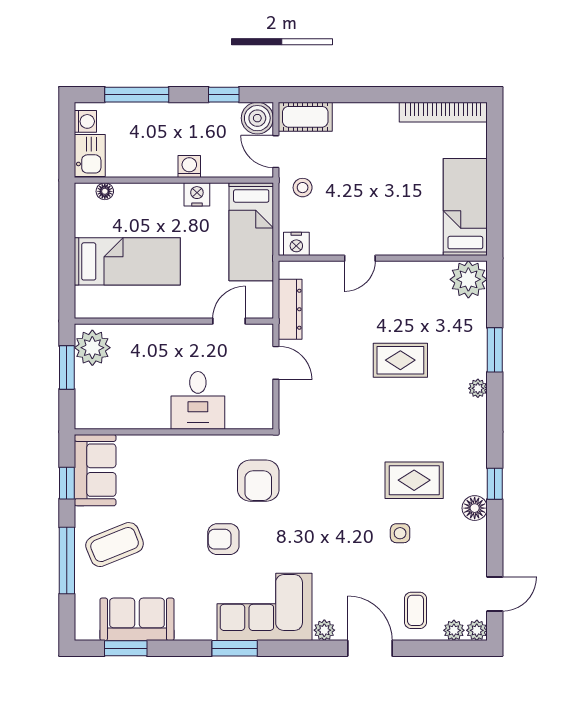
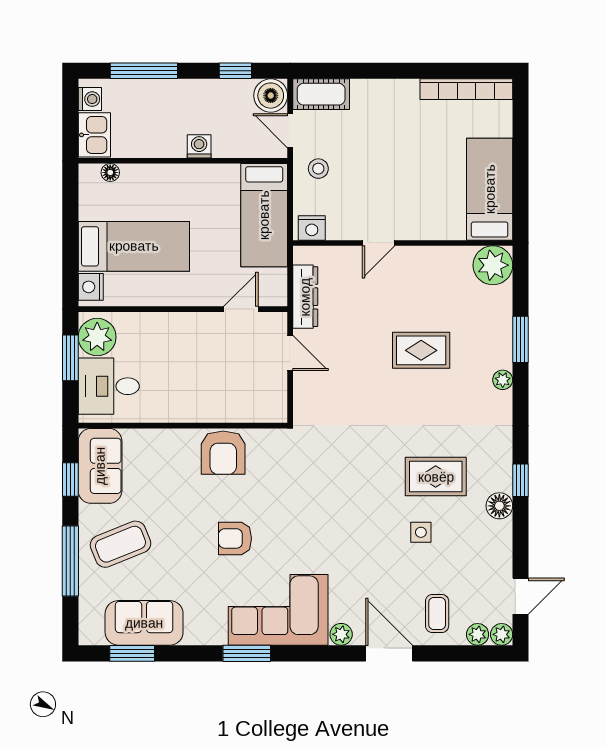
nightstand: (197, 194) -> (91, 287), moved, turned -90
desk: (198, 400) -> (109, 386), moved, turned 90
armchair: (258, 481) -> (223, 453), moved

